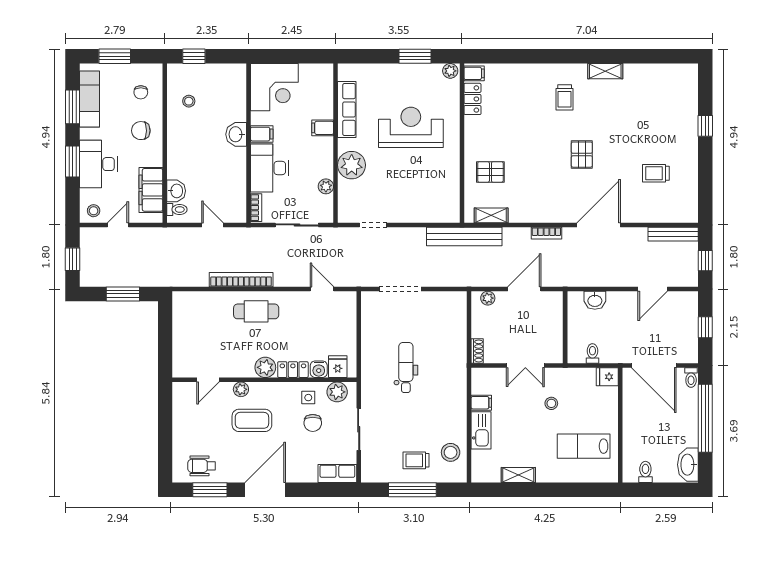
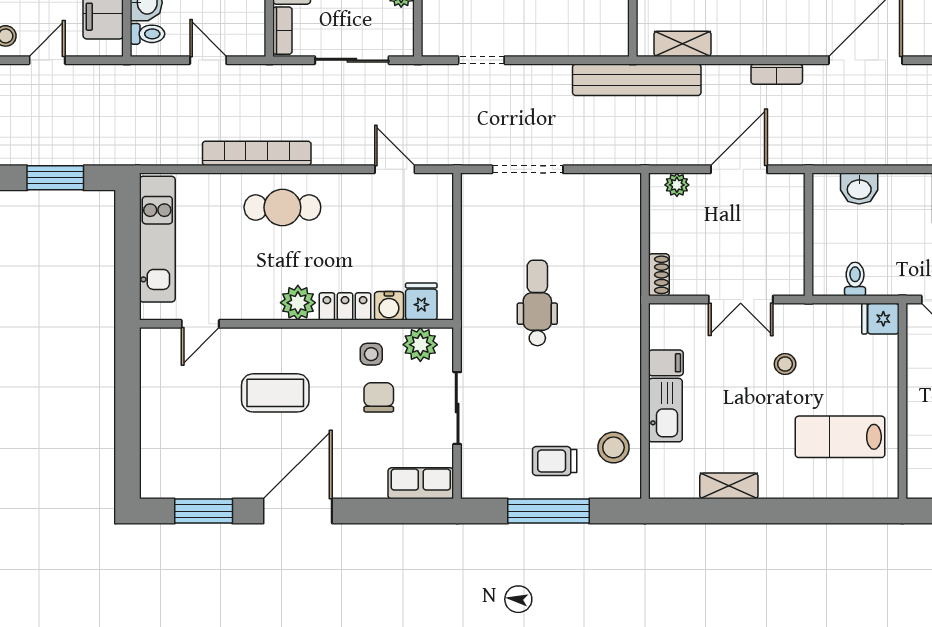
kitchen unit: (183, 330) -> (157, 239), added
plant: (241, 389) -> (257, 340), removed
chair: (313, 423) -> (379, 397), turned 180
wheelchair: (202, 466) -> (190, 470), removed

